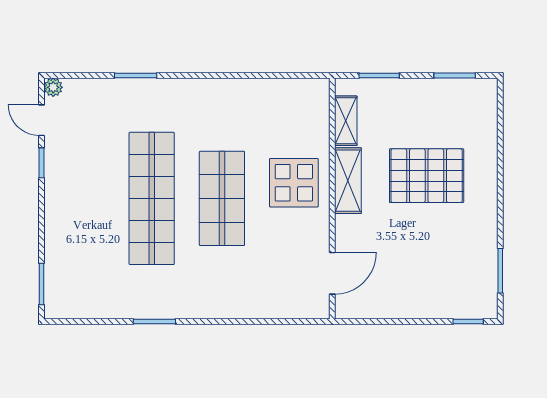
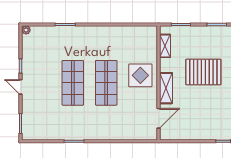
door: (41, 120) -> (20, 87), moved
shelving: (348, 181) -> (166, 88), moved
shop shelf: (152, 198) -> (73, 83), width x0.71

